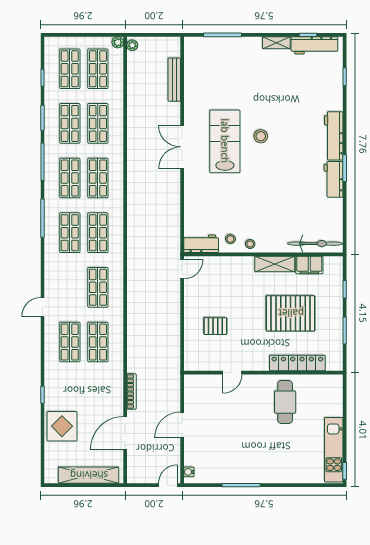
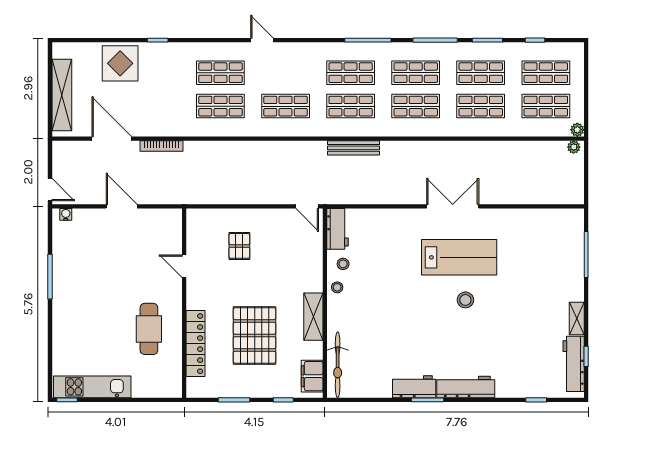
bench: (174, 80) -> (354, 148), moved
filing cabinet: (309, 265) -> (312, 376), moved
cafe table: (285, 402) -> (149, 329), turned 90

